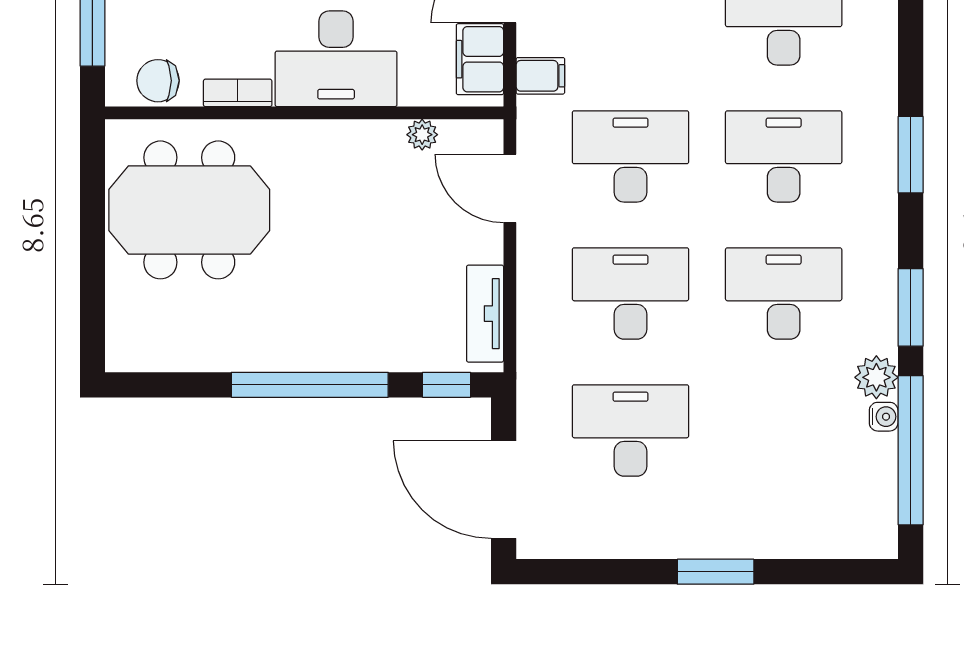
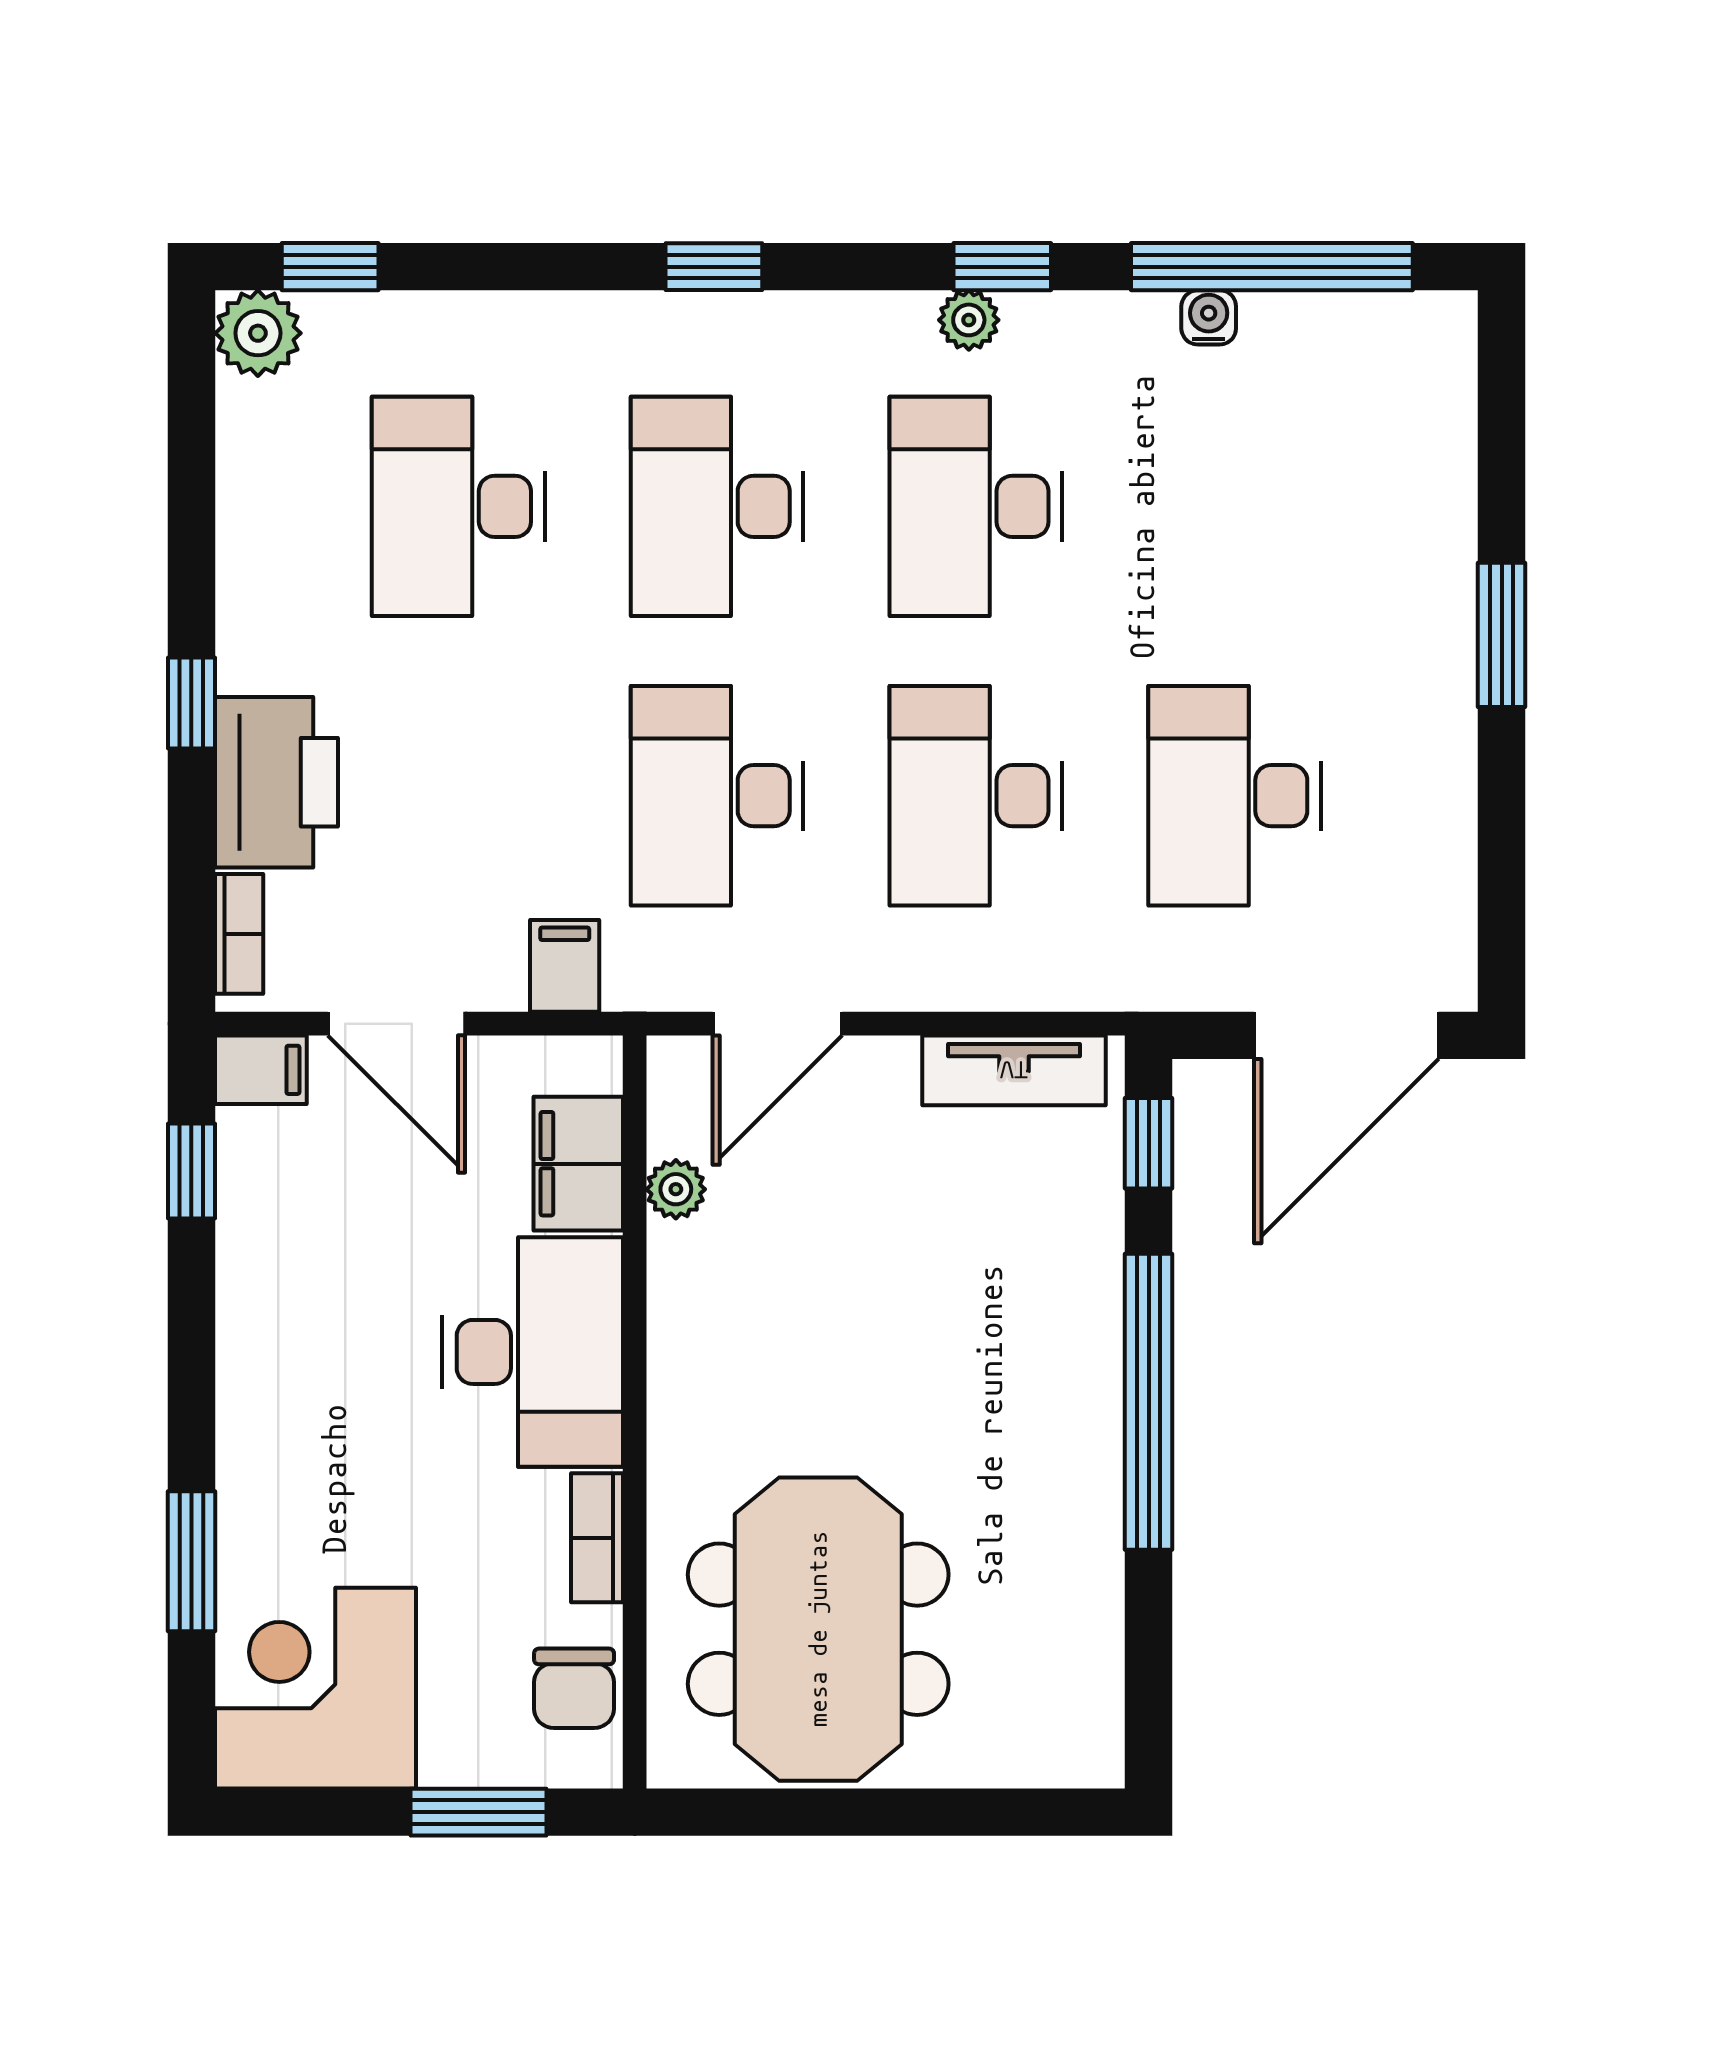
filing cabinet: (480, 59) -> (578, 1164), moved, turned 90
window: (911, 155) -> (714, 267), width x0.67
window: (911, 307) -> (1002, 267), width x0.67
plant: (876, 377) -> (969, 320), moved, width x0.73, depth x0.73

